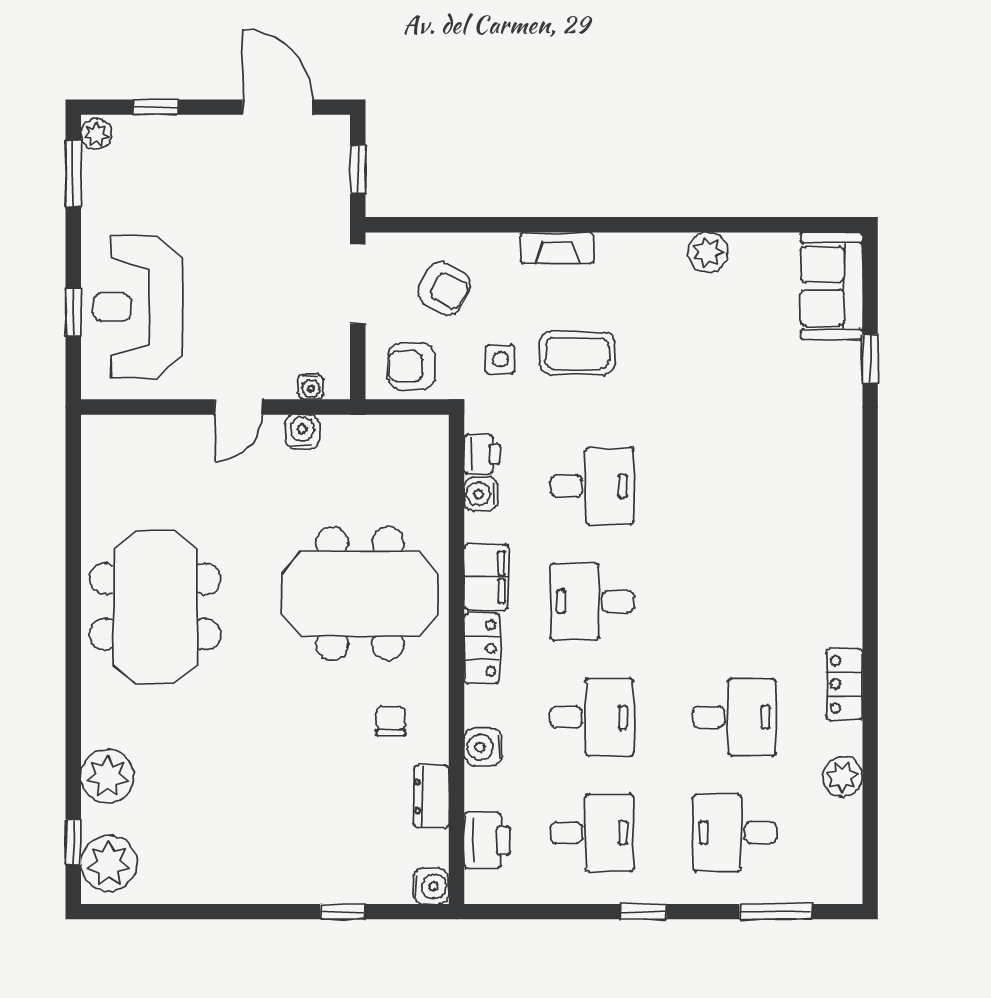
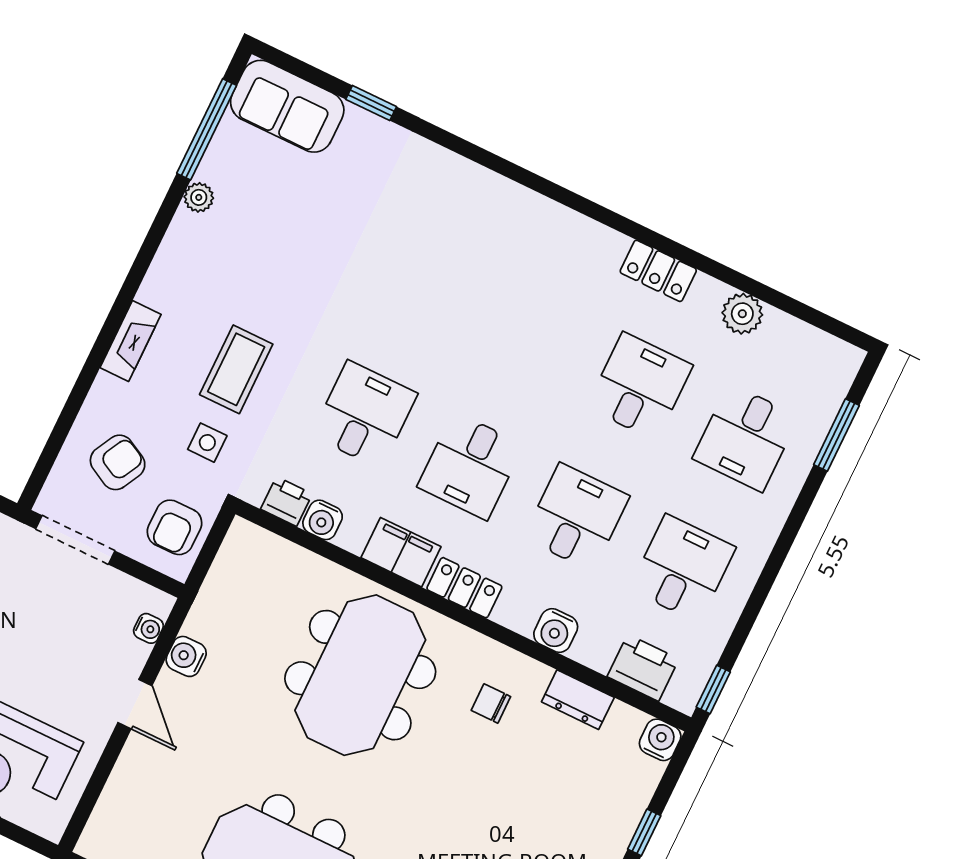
window: (777, 225) -> (207, 129), added
plant: (708, 252) -> (199, 197), width x0.73, depth x0.73
window: (643, 912) -> (713, 689), moved

